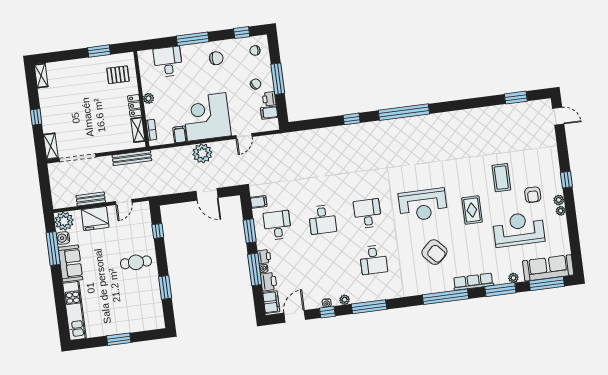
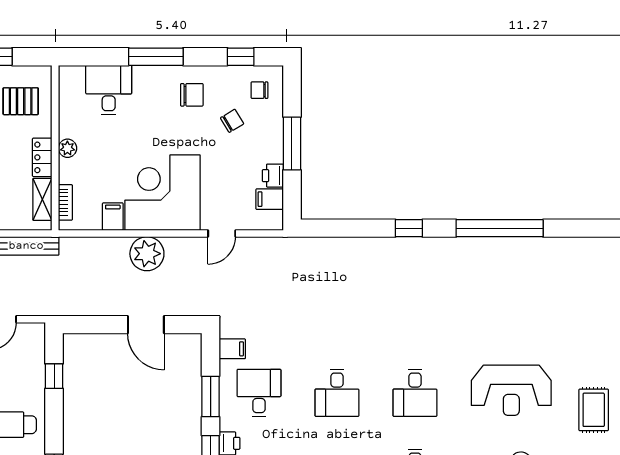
chair: (256, 84) -> (232, 121), moved
desk: (367, 214) -> (415, 393), turned 180

